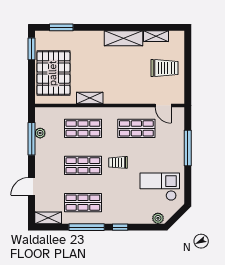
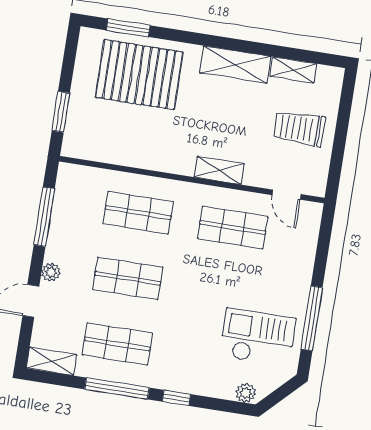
window: (32, 49) -> (61, 112), moved
trolley: (164, 68) -> (299, 128), turned 180
pallet: (53, 73) -> (139, 75), moved, turned 90
shelving: (90, 98) -> (219, 170), moved
plant: (40, 133) -> (51, 272), moved
window: (188, 148) -> (312, 318), moved
trolley: (118, 162) -> (191, 283), removed

